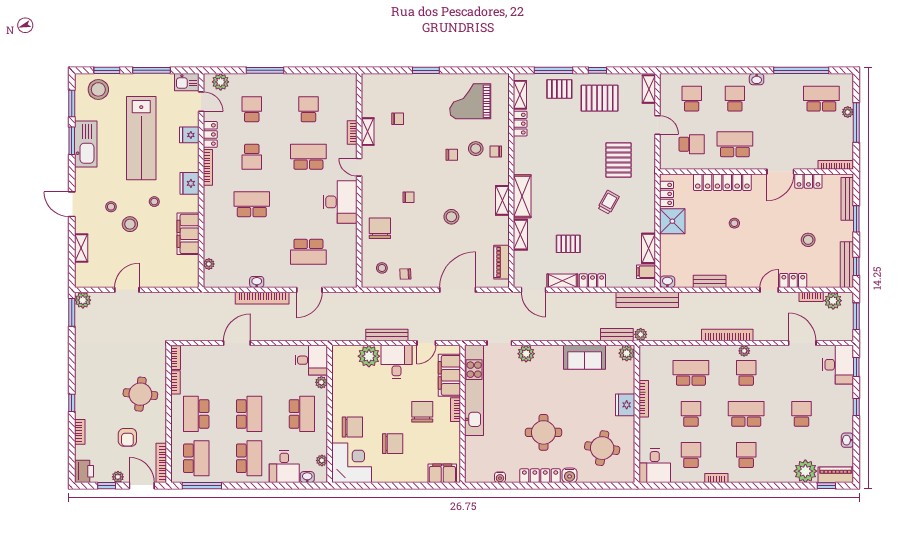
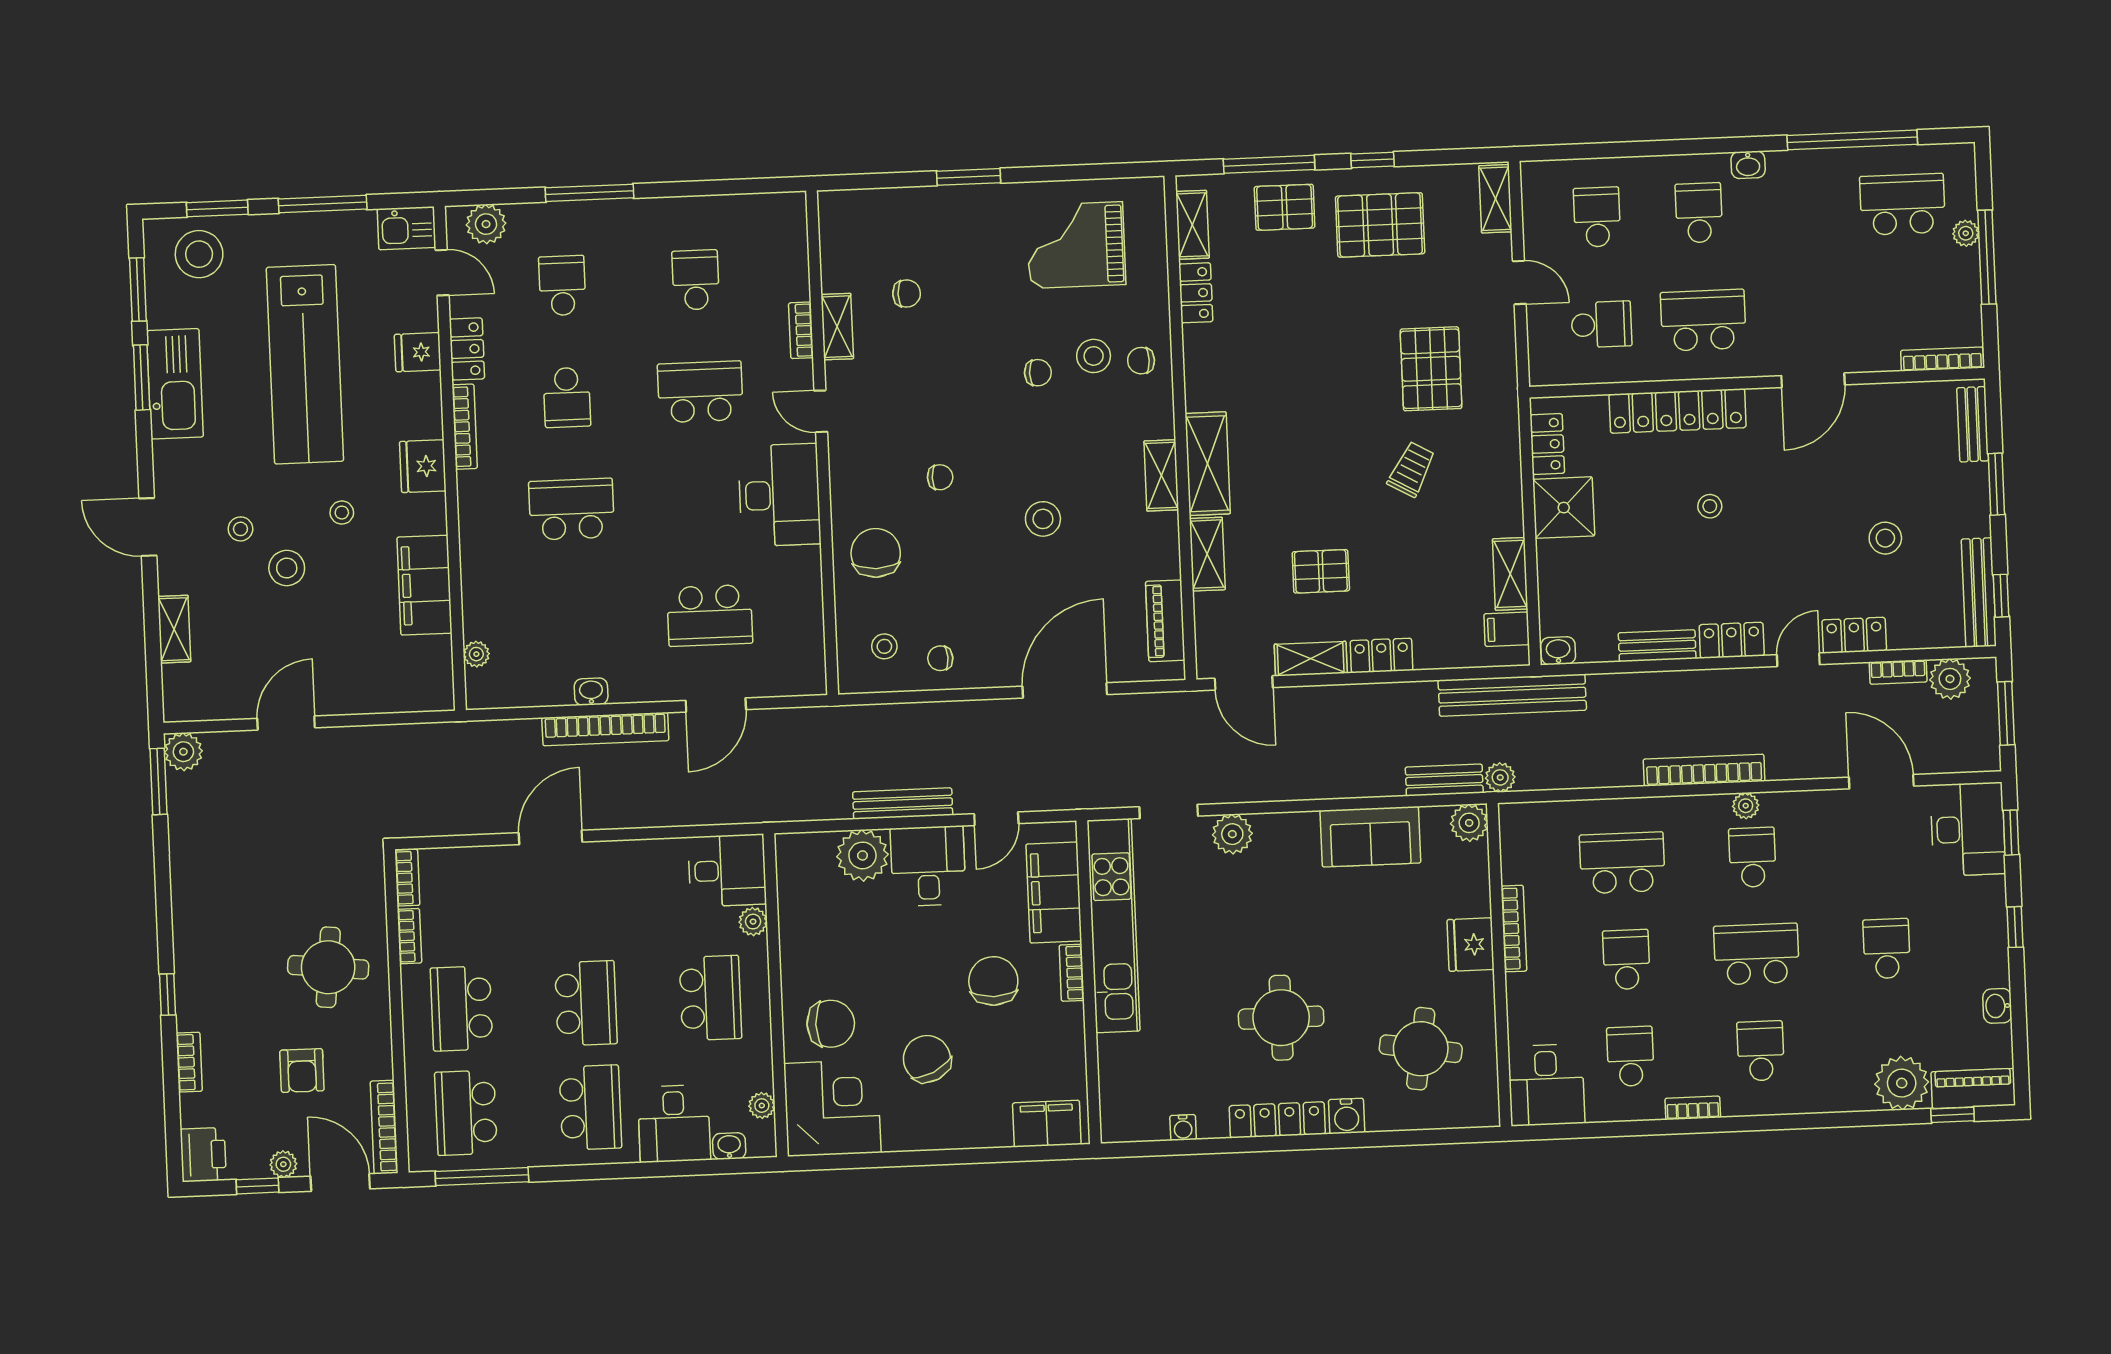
locker: (808, 181) -> (1732, 640), moved, turned 180
bench: (847, 199) -> (1973, 424), width x0.73
chair: (393, 444) -> (927, 1059), turned -116
school desk: (196, 458) -> (466, 1113), turned 180

